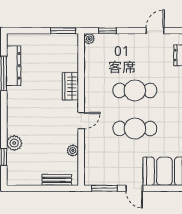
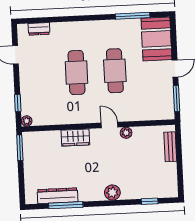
plant: (14, 143) -> (112, 193), moved
plant: (73, 150) -> (126, 133), moved

